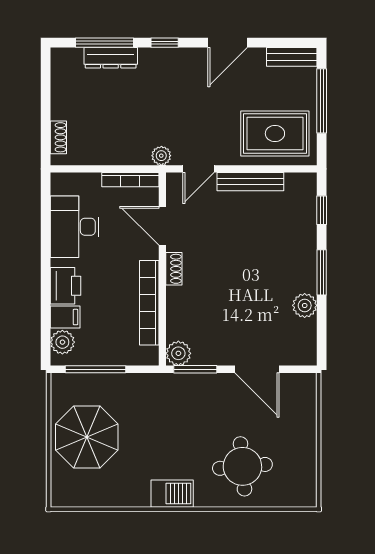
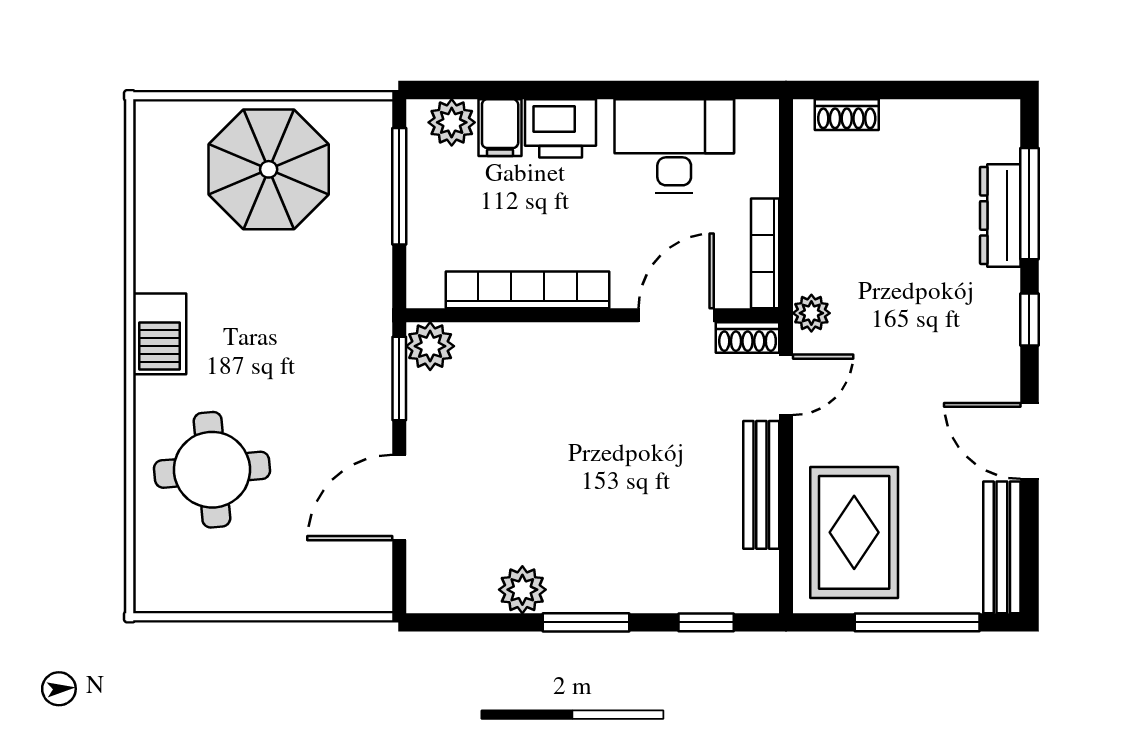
bench: (292, 57) -> (1002, 547), width x1.36
door: (198, 169) -> (786, 385), swing flipped
shoe rack: (174, 269) -> (748, 337), moved

